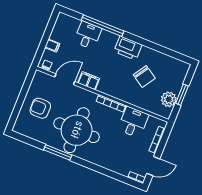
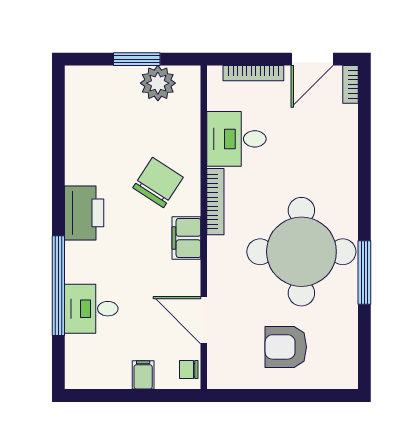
chair: (144, 77) -> (158, 183), moved
filing cabinet: (89, 81) -> (186, 238), moved
armchair: (40, 108) -> (286, 347), turned 90
door: (153, 166) -> (312, 59), swing flipped

